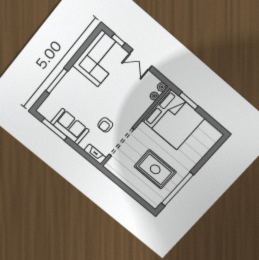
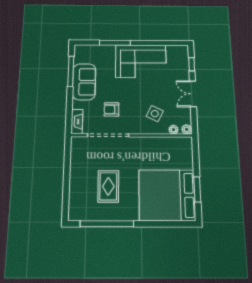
corner sofa: (100, 58) -> (141, 61), moved
side table: (133, 99) -> (155, 114), added
window: (189, 101) -> (197, 189), moved
bed: (173, 119) -> (167, 195), moved, turned 90
rug: (155, 169) -> (108, 186), width x0.73, depth x0.70

